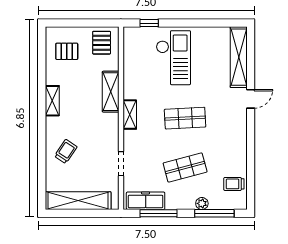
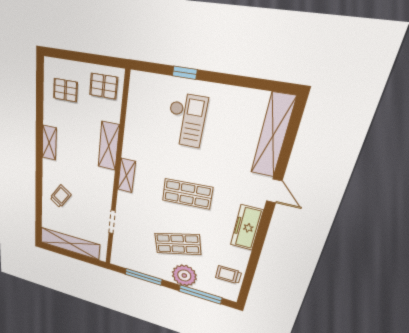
window: (149, 23) -> (185, 73), moved
pallet: (102, 43) -> (104, 86), turned 90
checkout: (173, 58) -> (186, 120), width x0.73, depth x0.83
door: (251, 99) -> (274, 191), hinge flipped
freezer: (146, 201) -> (247, 228), moved, turned -90
plant: (202, 203) -> (184, 275), width x1.88, depth x1.88

